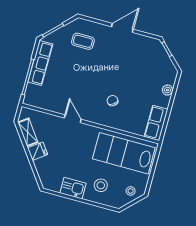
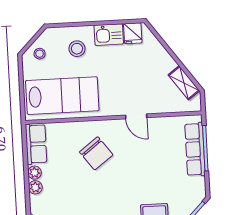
row of seats: (40, 63) -> (195, 149), moved
chair: (113, 101) -> (96, 153), width x1.87, depth x1.87
plant: (164, 102) -> (34, 173), added
fridge: (38, 151) -> (133, 33), moved, turned -54

